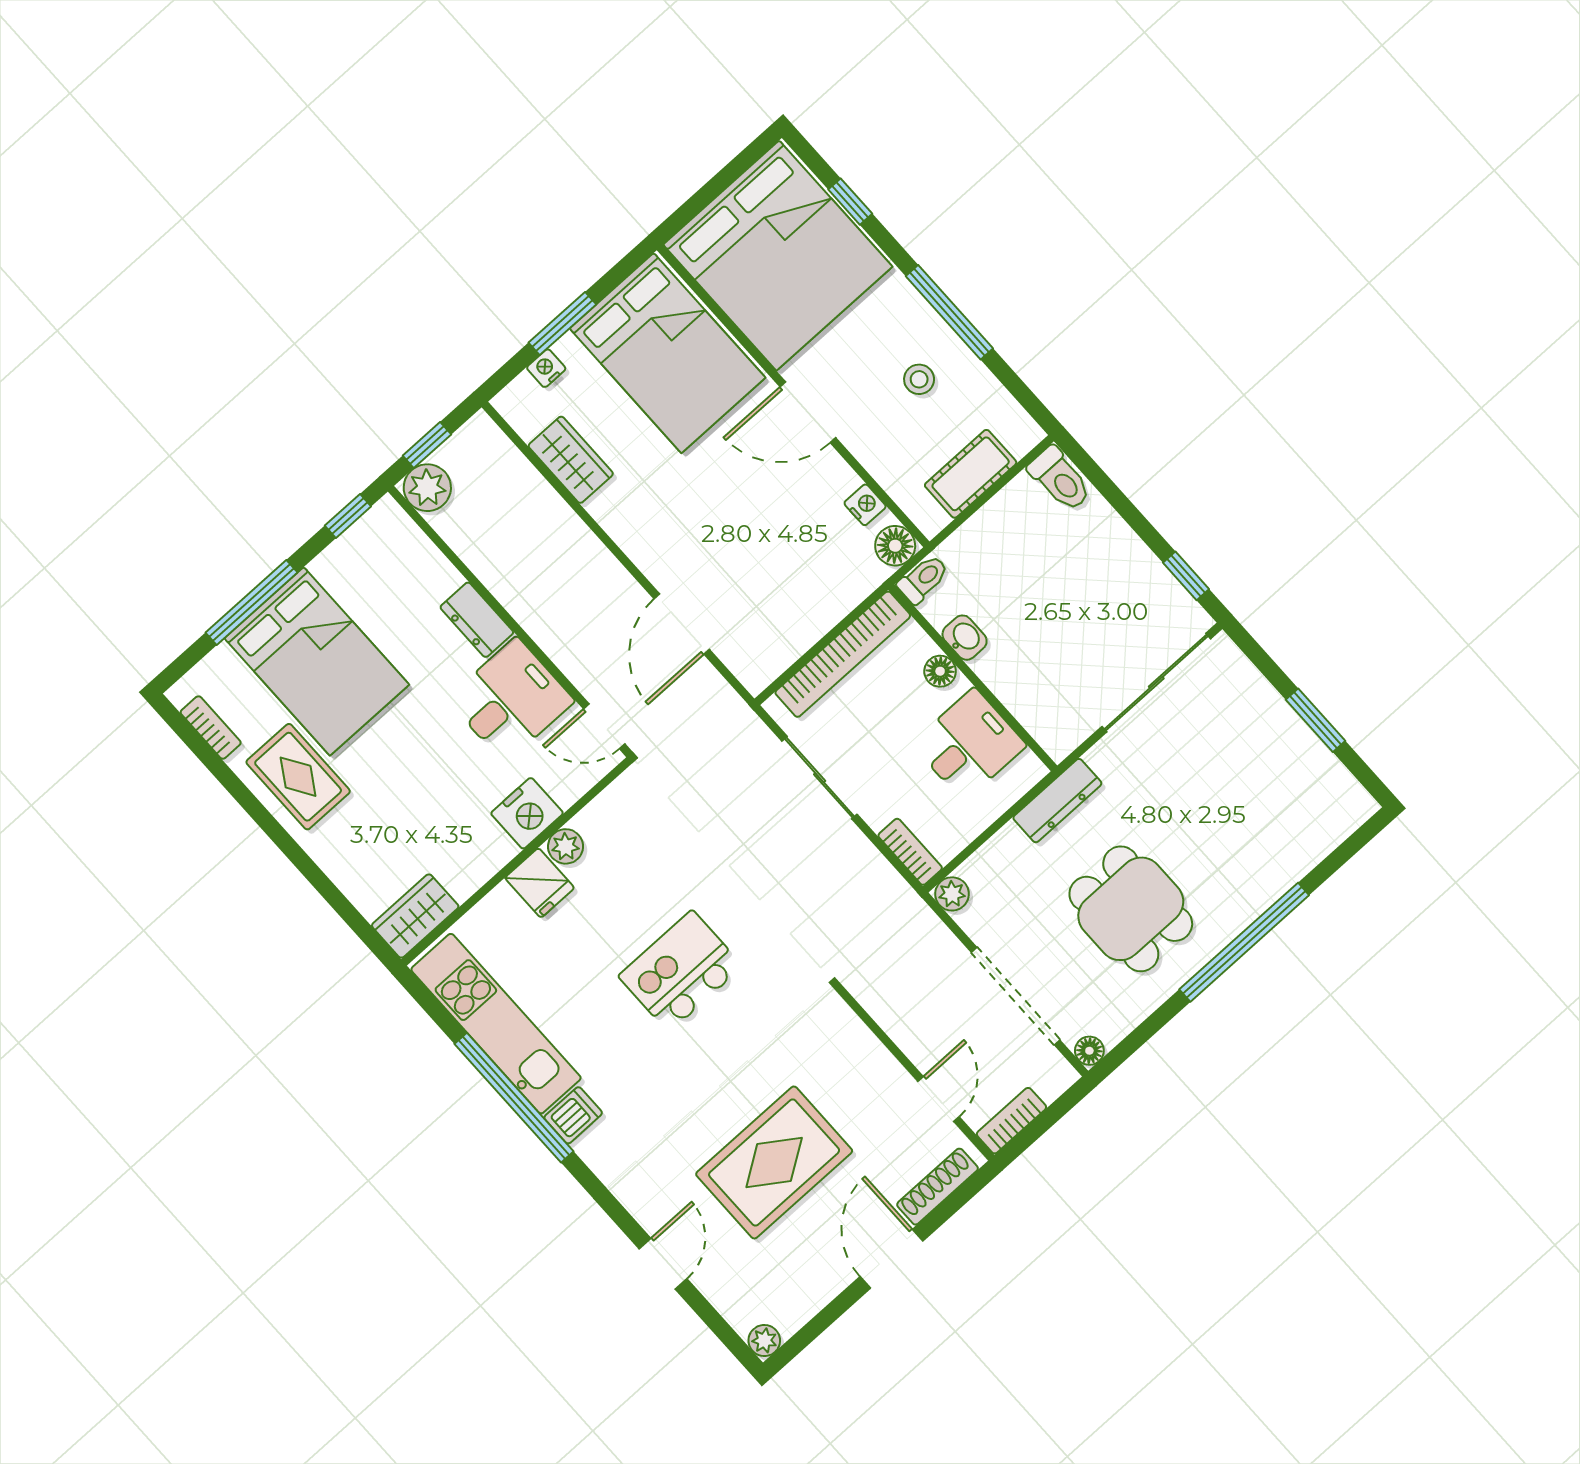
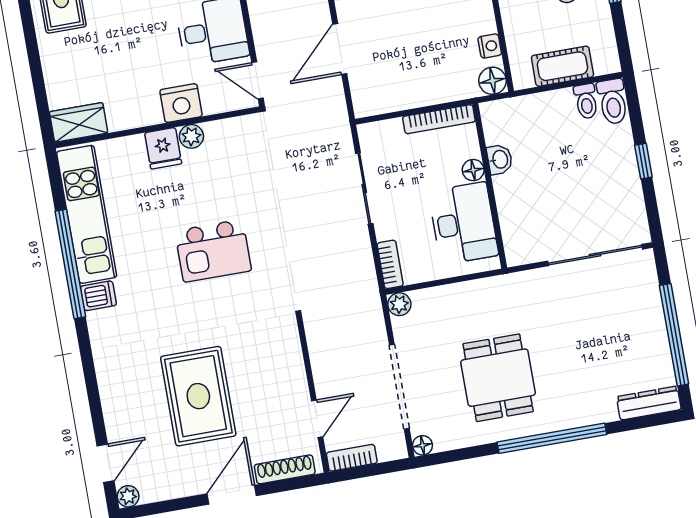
window: (1186, 576) -> (643, 161), moved
toilet: (923, 579) -> (586, 101), moved, turned 90
bookcase: (843, 654) -> (439, 119), width x0.68, depth x0.76
window: (1316, 720) -> (674, 335), width x2.11
desk: (969, 745) -> (463, 223), width x1.37
dresser: (1057, 801) -> (649, 403), moved, turned 180
kitchen island: (680, 971) -> (213, 251), turned 180
rug: (774, 1162) -> (198, 396), turned 90
door: (663, 1264) -> (105, 463), moved

